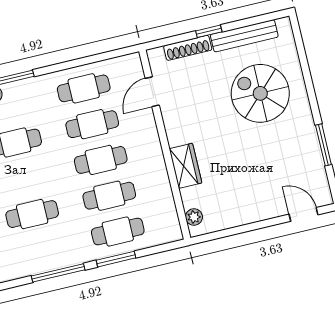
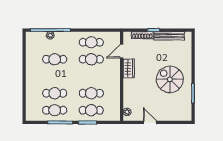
spiral stairs: (260, 93) -> (170, 79), moved
cafe table: (101, 160) -> (55, 110), moved
wardrobe: (185, 166) -> (129, 68), moved
door: (303, 214) -> (150, 122), moved

